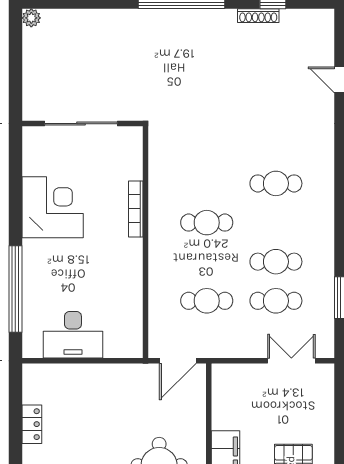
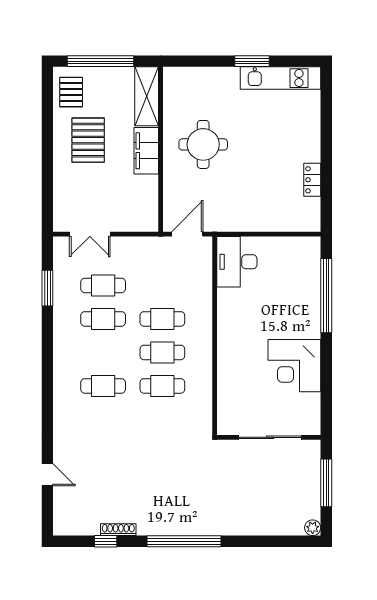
window: (15, 70) -> (326, 483), added
cafe table: (207, 183) -> (162, 386), added
bookcase: (136, 209) -> (223, 364), removed
cafe table: (207, 301) -> (162, 319), moved
desk: (73, 335) -> (237, 262), moved, turned -90

